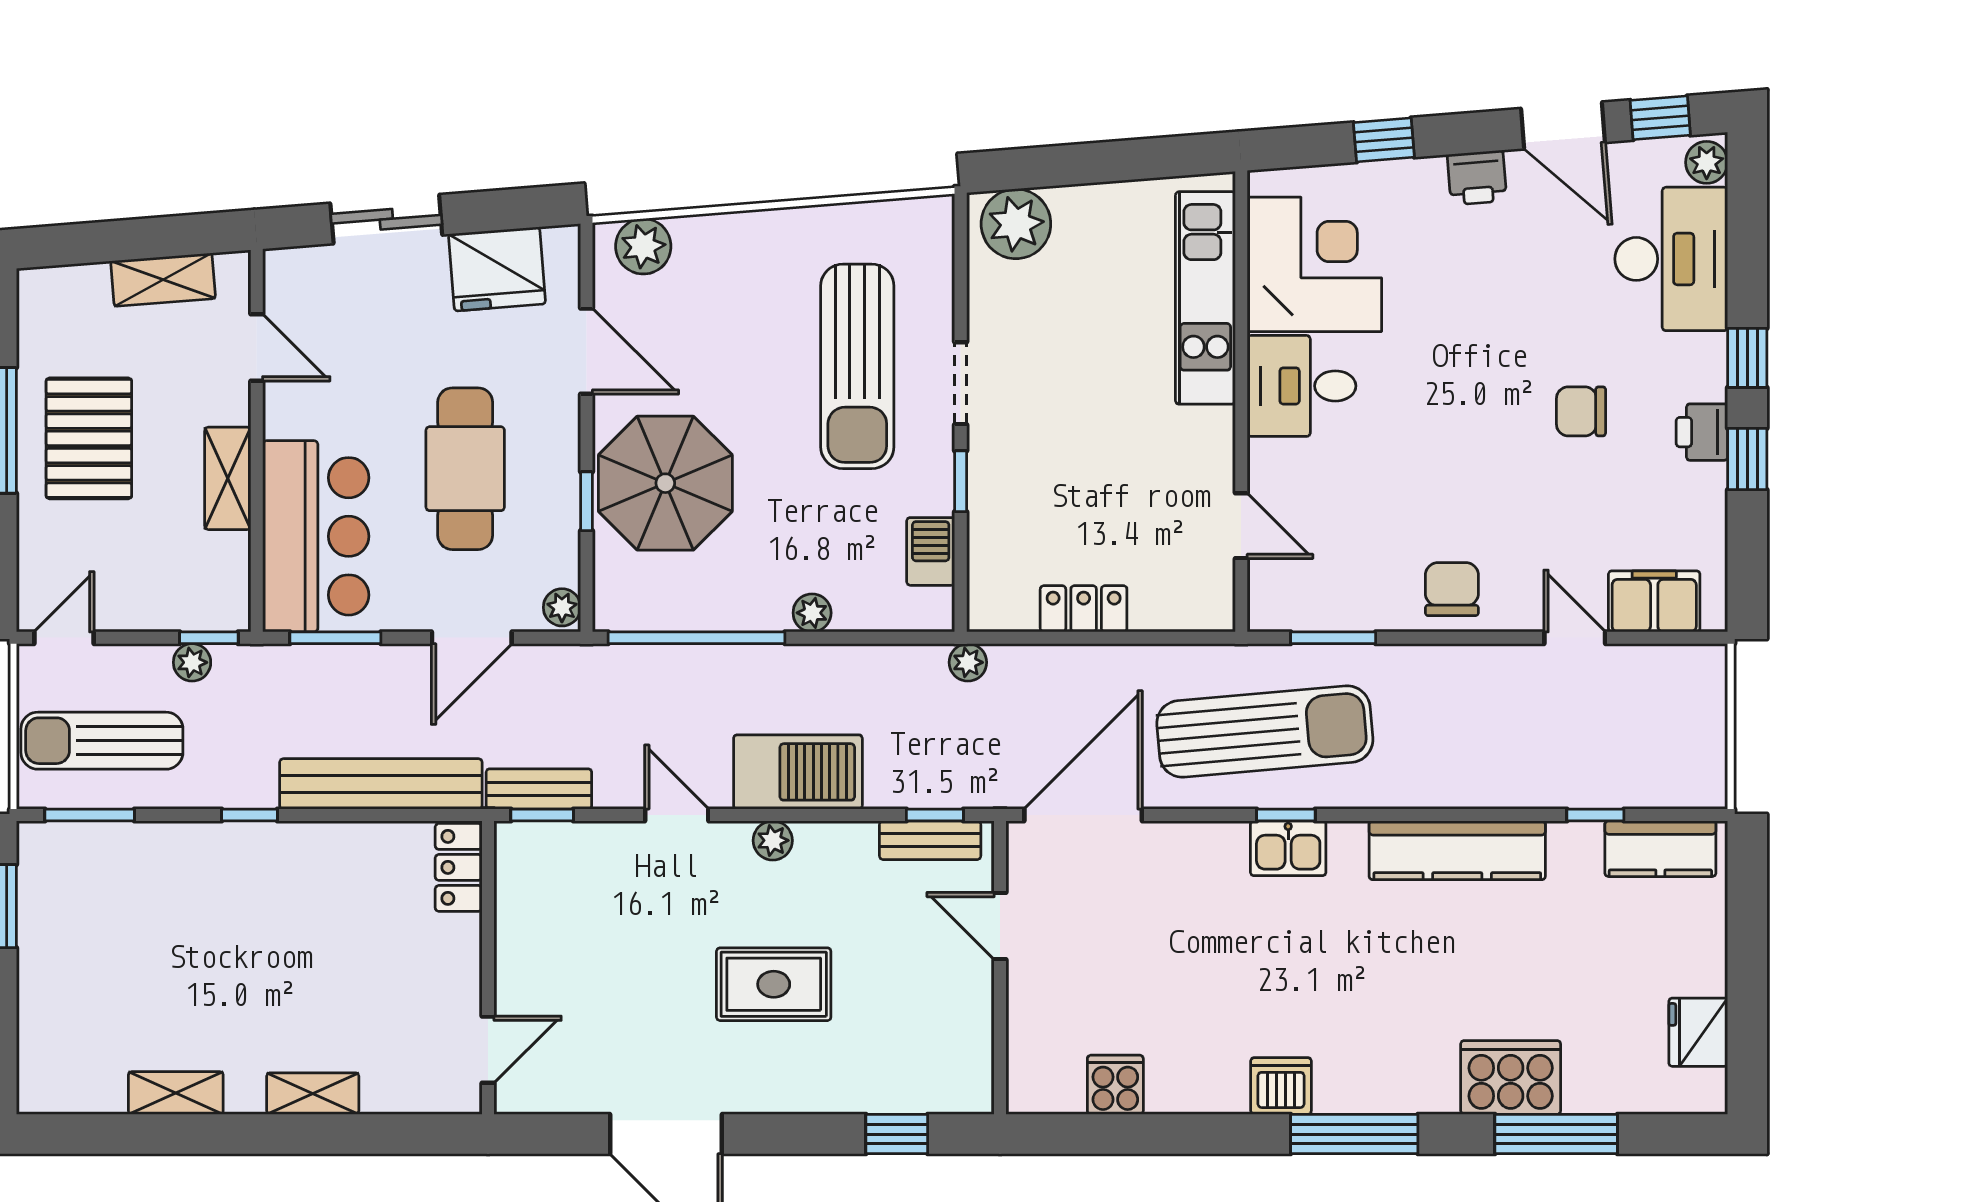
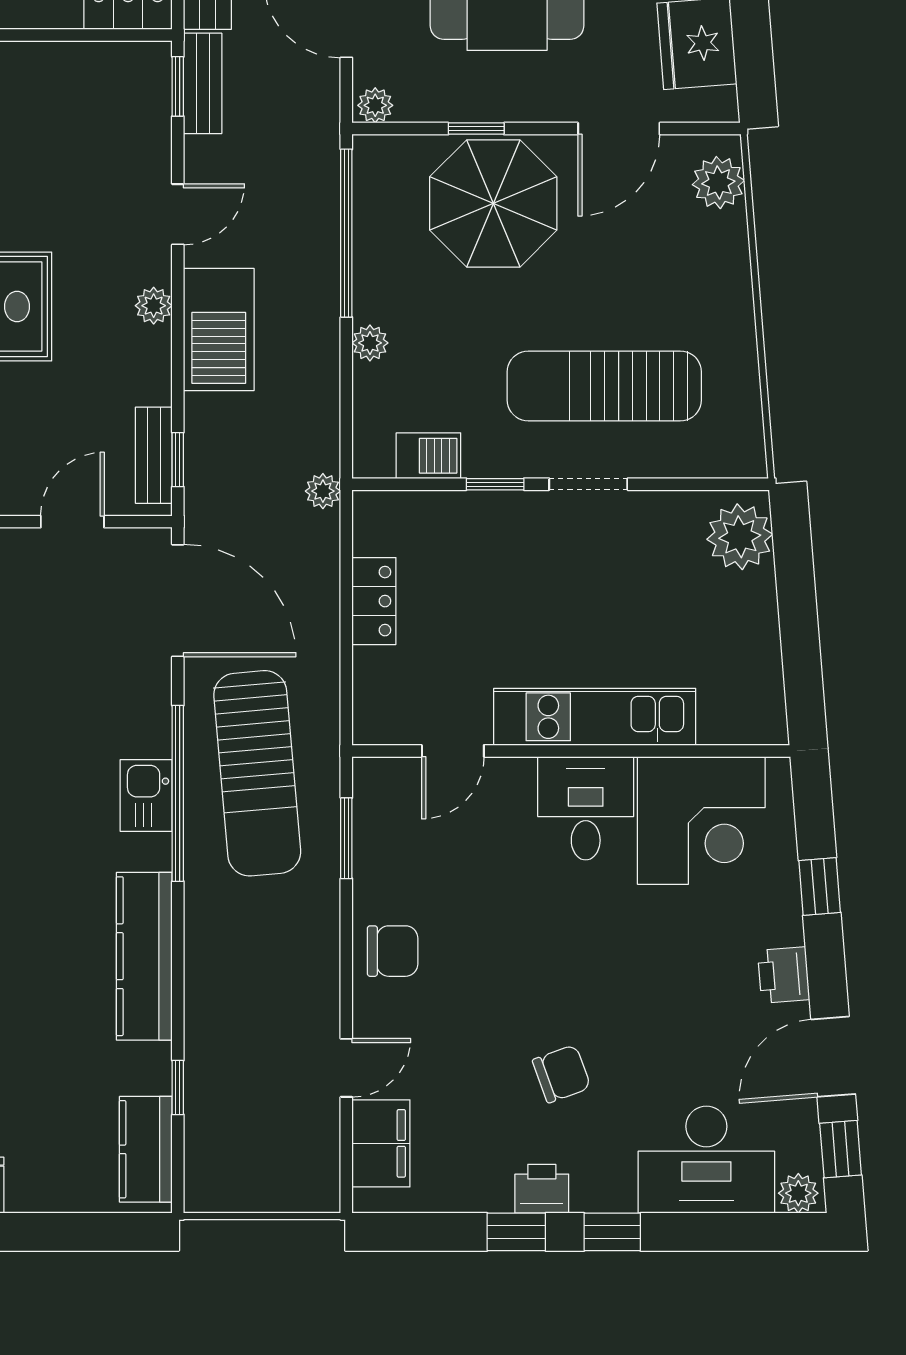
kitchen unit: (1205, 298) -> (595, 717), moved
chair: (1581, 411) -> (562, 1074), turned 70
window: (1286, 815) -> (178, 793), width x3.17

